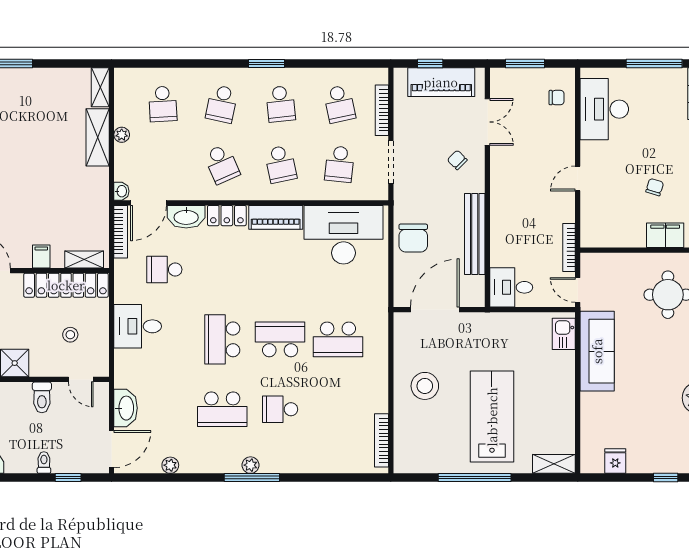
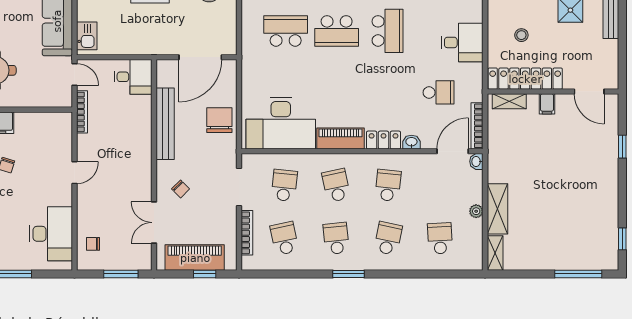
school desk: (222, 164) -> (388, 185), turned 30
washbasin: (186, 217) -> (411, 142), width x0.52, depth x0.69

